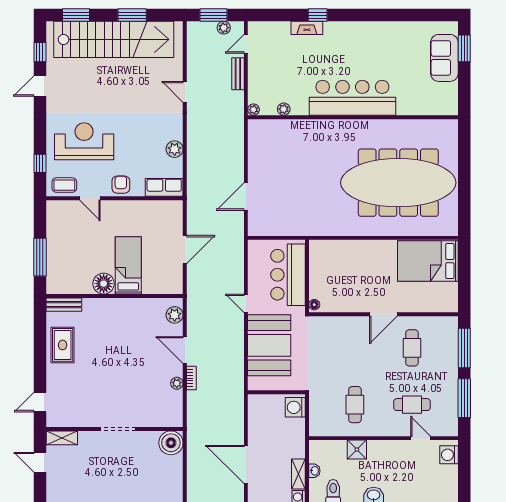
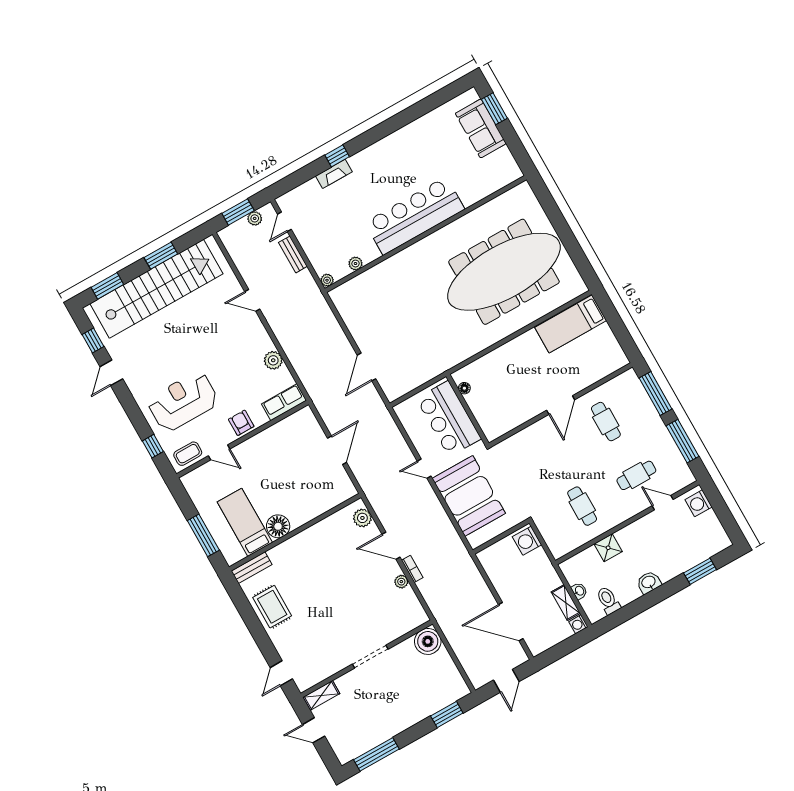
bed: (428, 261) -> (571, 324), width x0.67
bed: (128, 265) -> (245, 522), moved
floor lamp: (314, 305) -> (464, 388), moved

